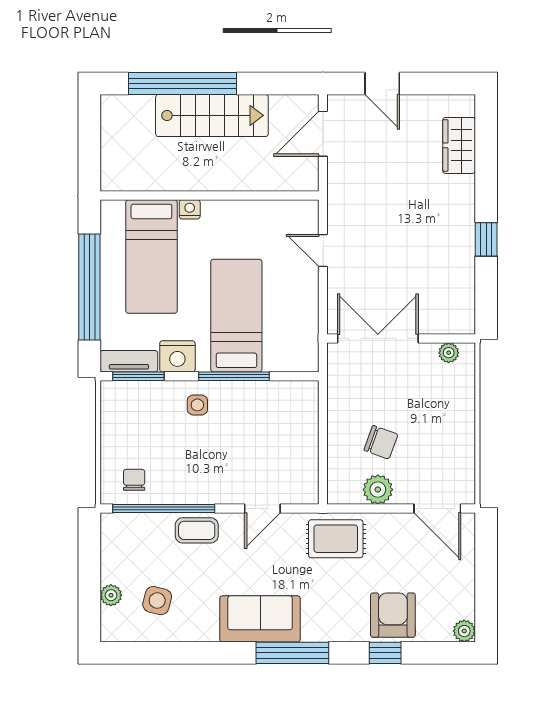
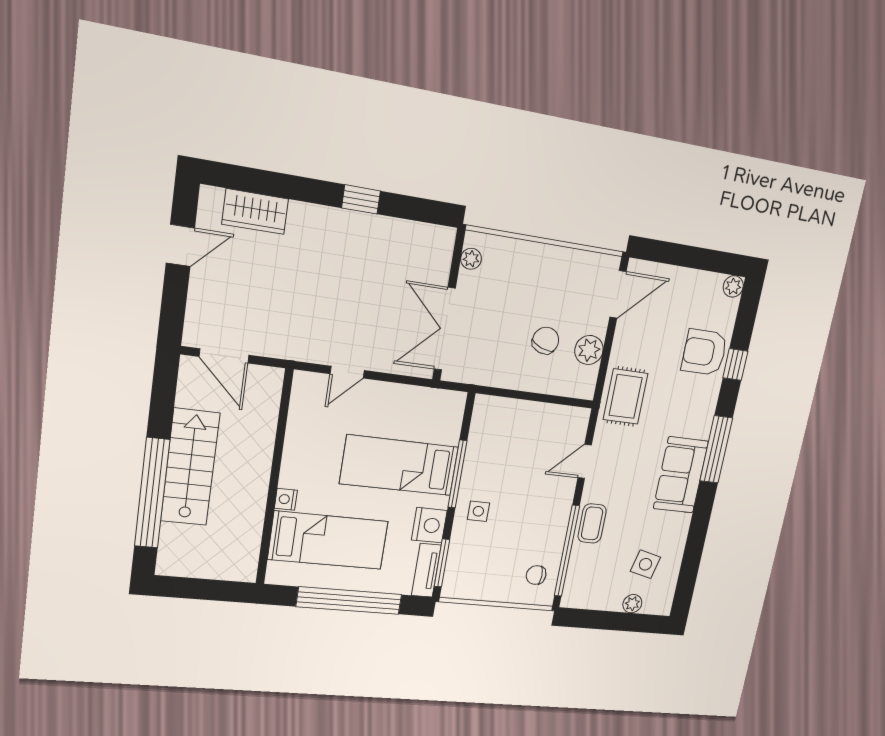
door: (382, 83) -> (180, 245), moved
door: (262, 509) -> (585, 461), swing flipped

